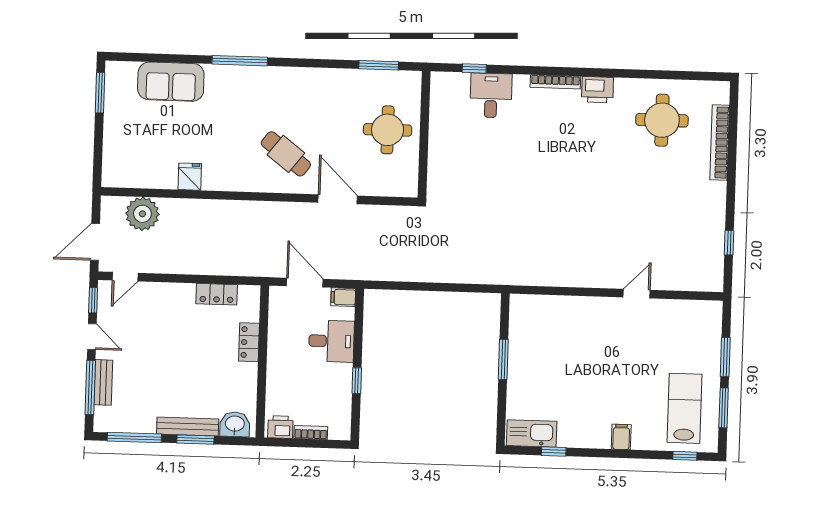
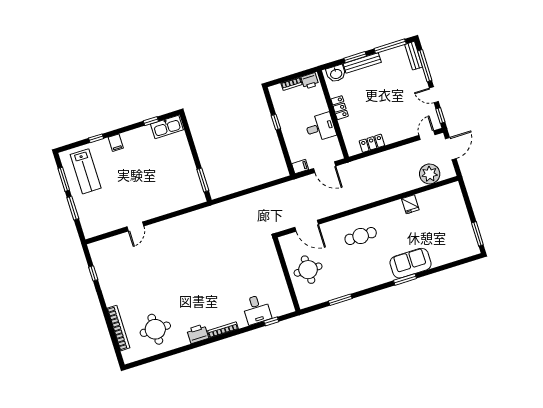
window: (240, 61) -> (405, 279), width x0.69
window: (379, 65) -> (340, 300), moved
sofa: (171, 82) -> (411, 263), moved
cafe table: (286, 154) -> (361, 236), turned -38
door: (338, 199) -> (307, 226), moved
desk: (331, 341) -> (320, 127), moved, turned 180
locker: (249, 342) -> (340, 108), moved
window: (503, 359) -> (203, 180), moved
bench: (103, 382) -> (414, 56), moved
window: (685, 456) -> (96, 138), moved

